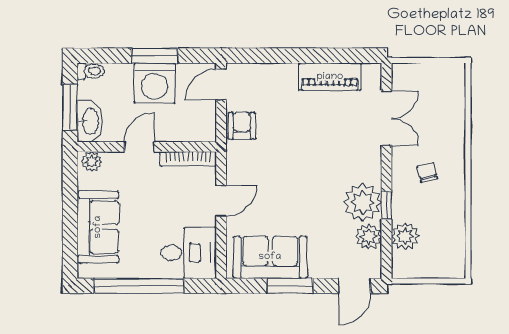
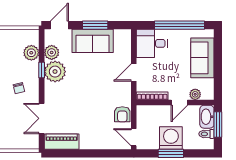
toilet: (91, 71) -> (206, 134), moved
piano: (330, 77) -> (62, 142), moved
door: (221, 84) -> (134, 137), swing flipped
plant: (92, 161) -> (195, 94), moved
sofa: (270, 257) -> (93, 41), moved

